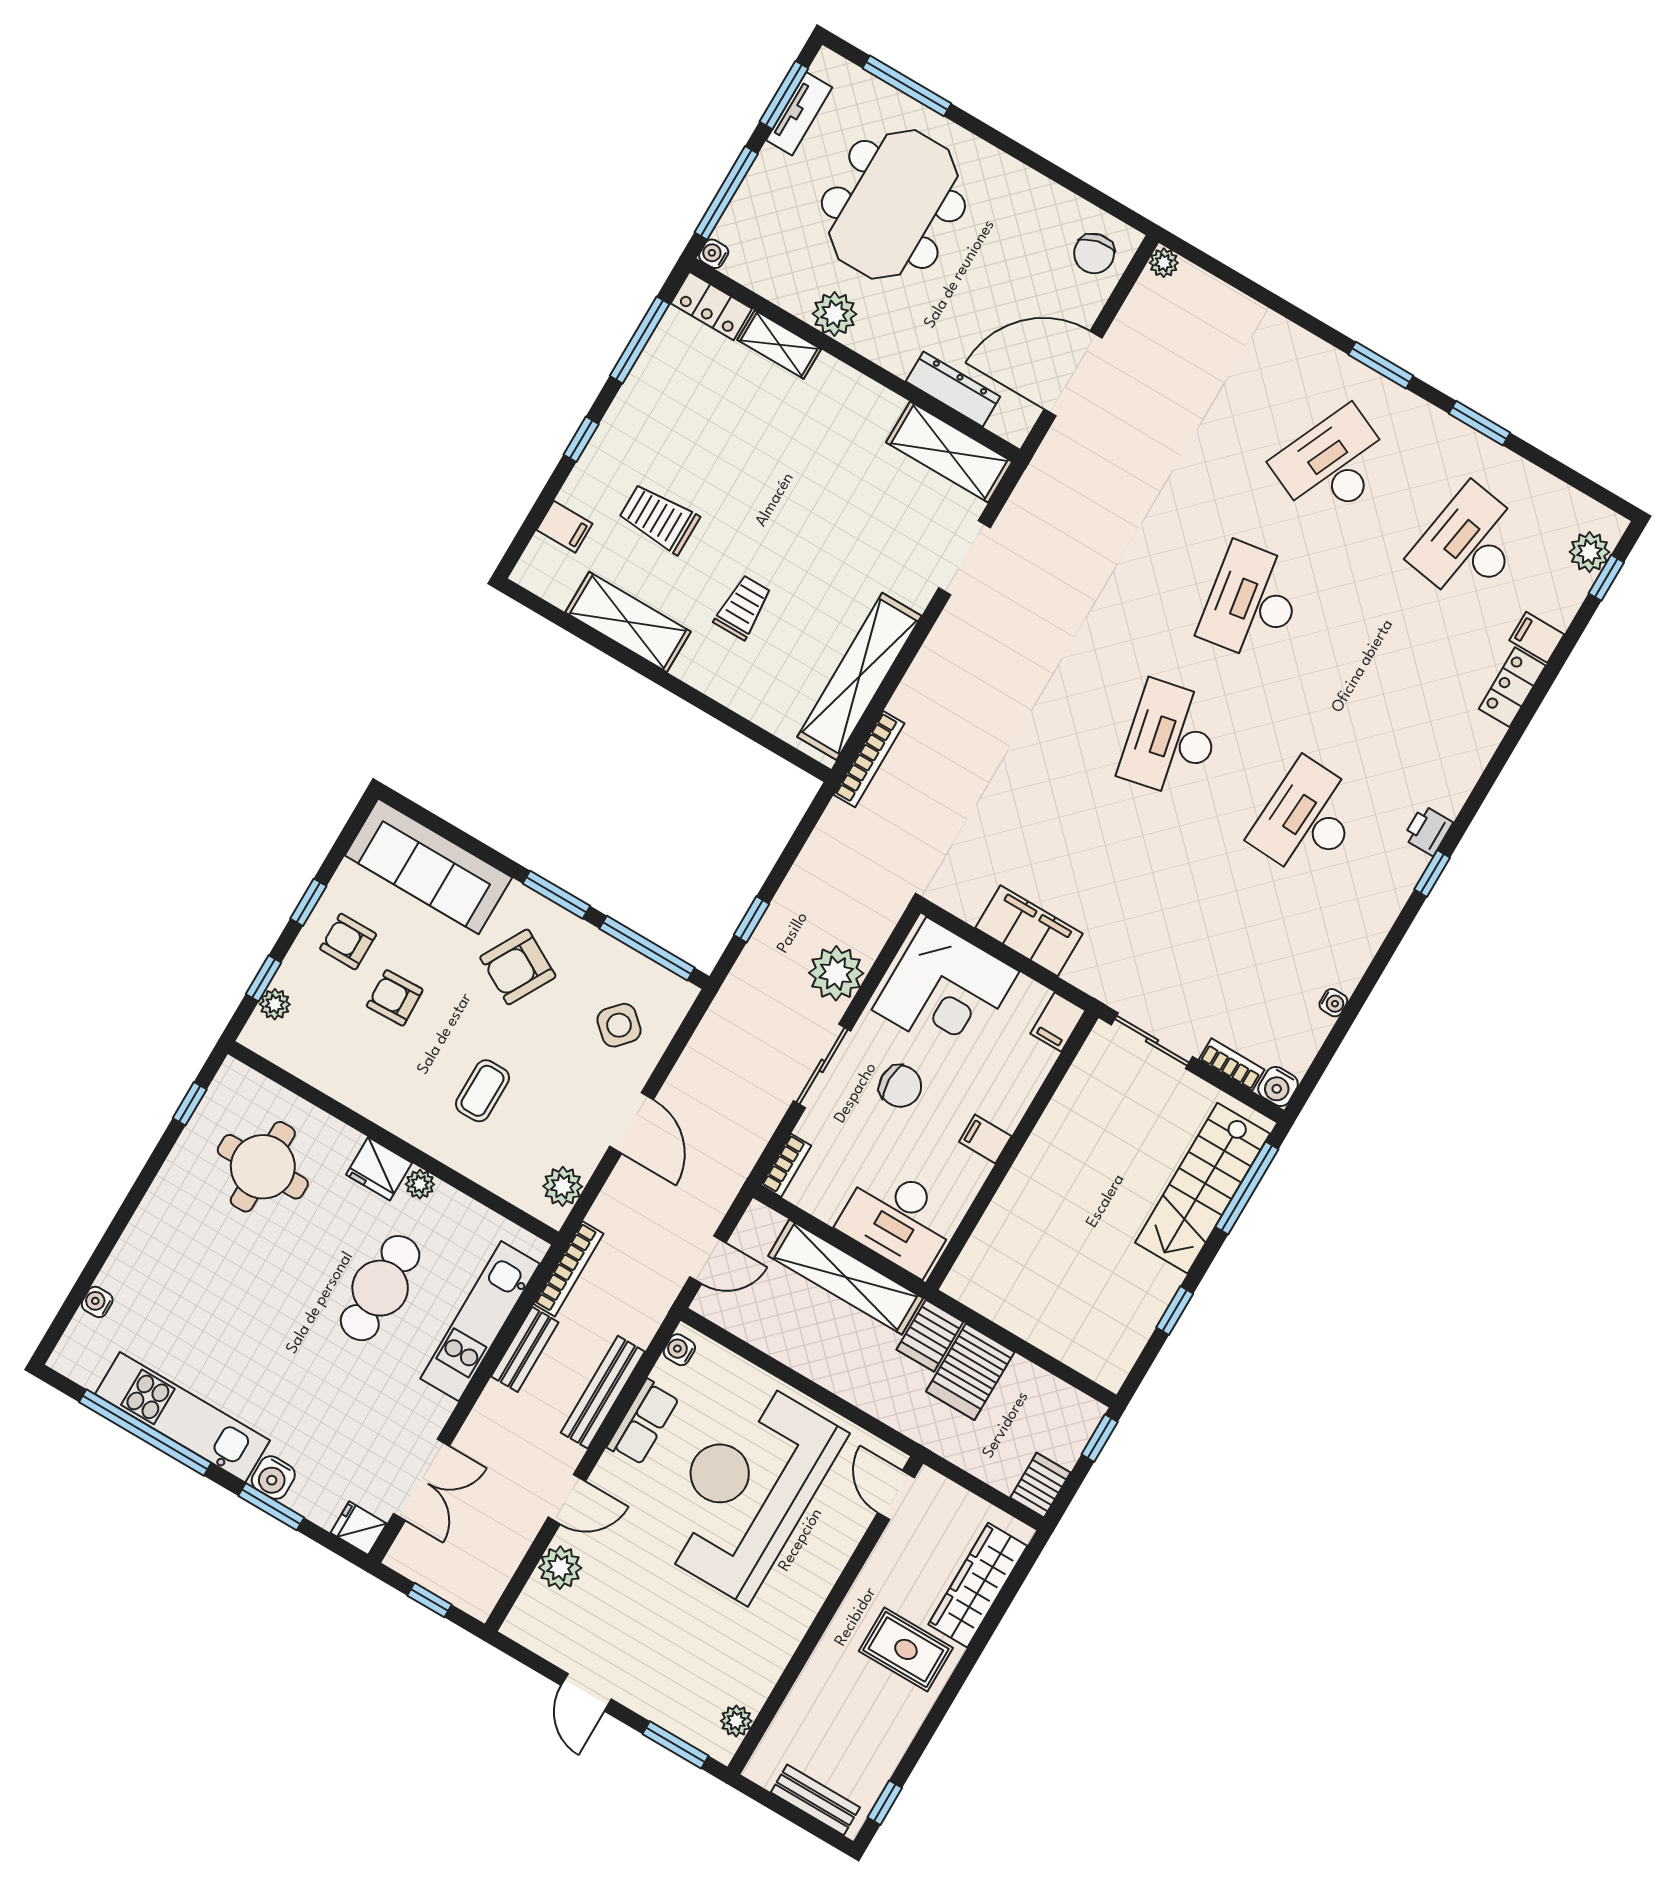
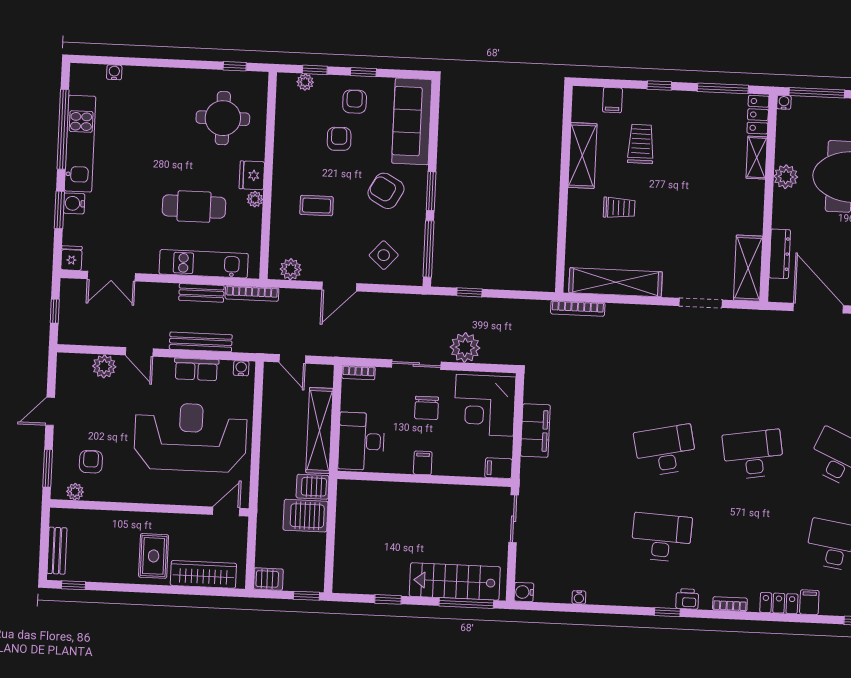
bookcase: (1232, 1065) -> (730, 604), moved, turned -90
armchair: (702, 1670) -> (91, 462), added

